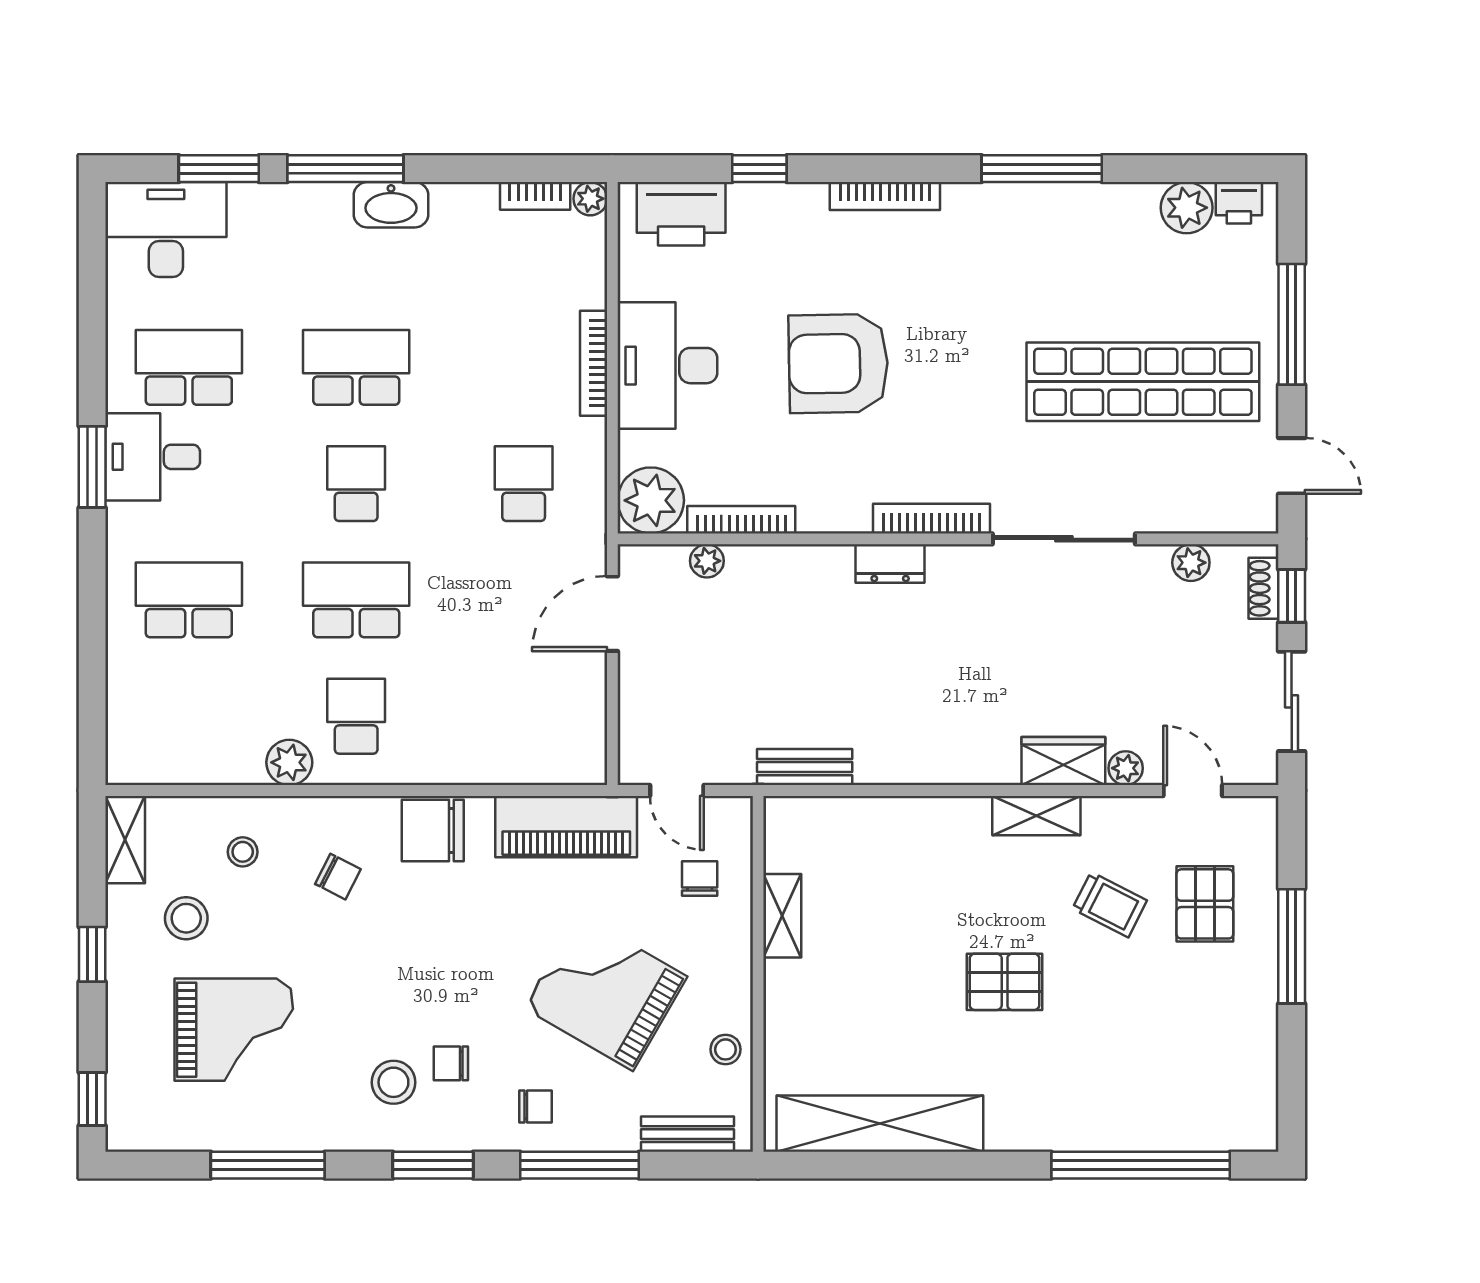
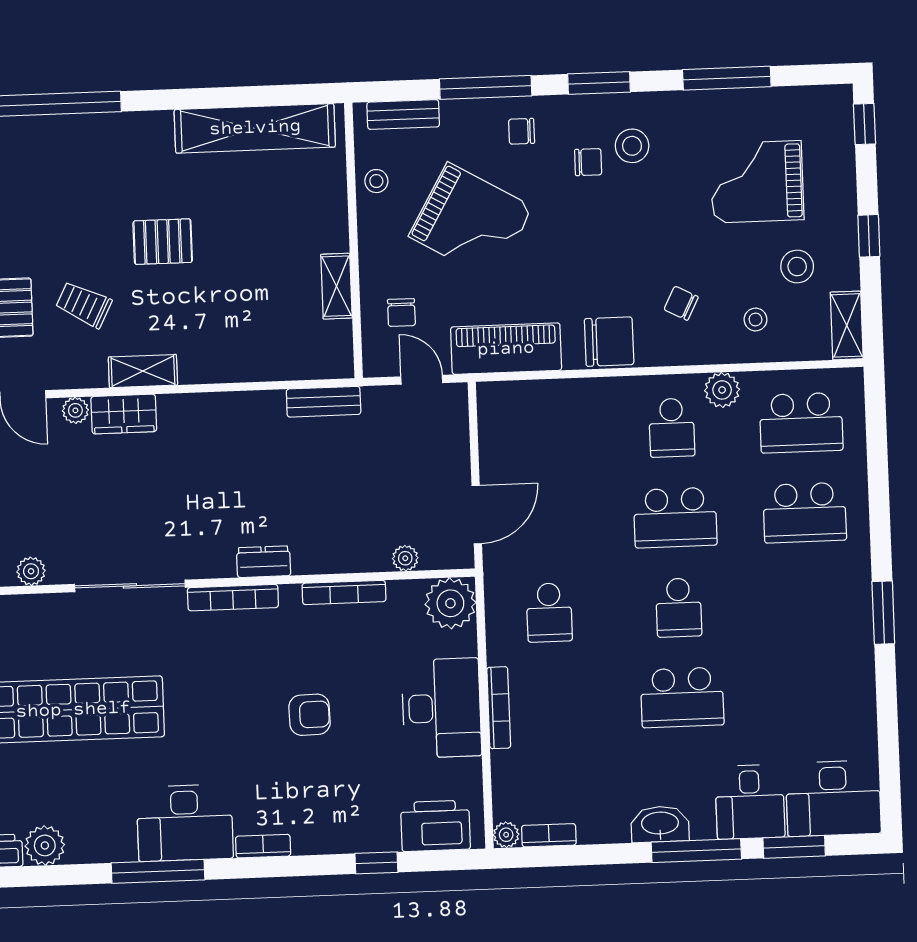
bookcase: (885, 196) -> (263, 846), width x0.64
desk: (1005, 230) -> (185, 823), added
armchair: (838, 363) -> (310, 715), width x0.53, depth x0.53
school desk: (189, 367) -> (801, 423), moved
desk: (153, 457) -> (750, 802), moved, turned 90
bookcase: (741, 520) -> (344, 592), moved

